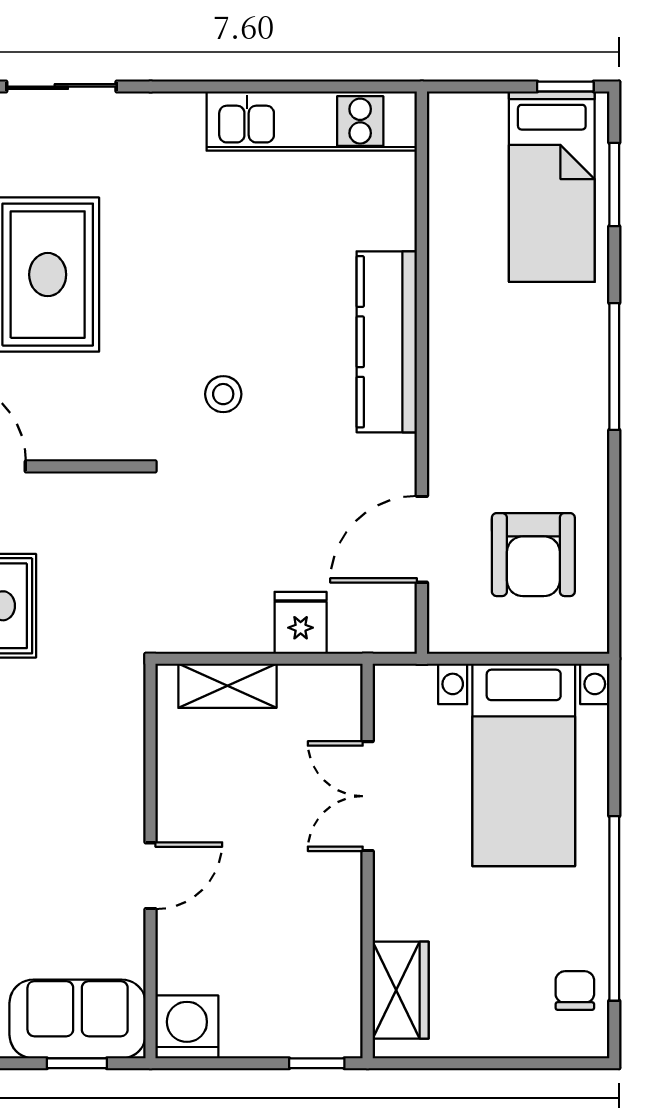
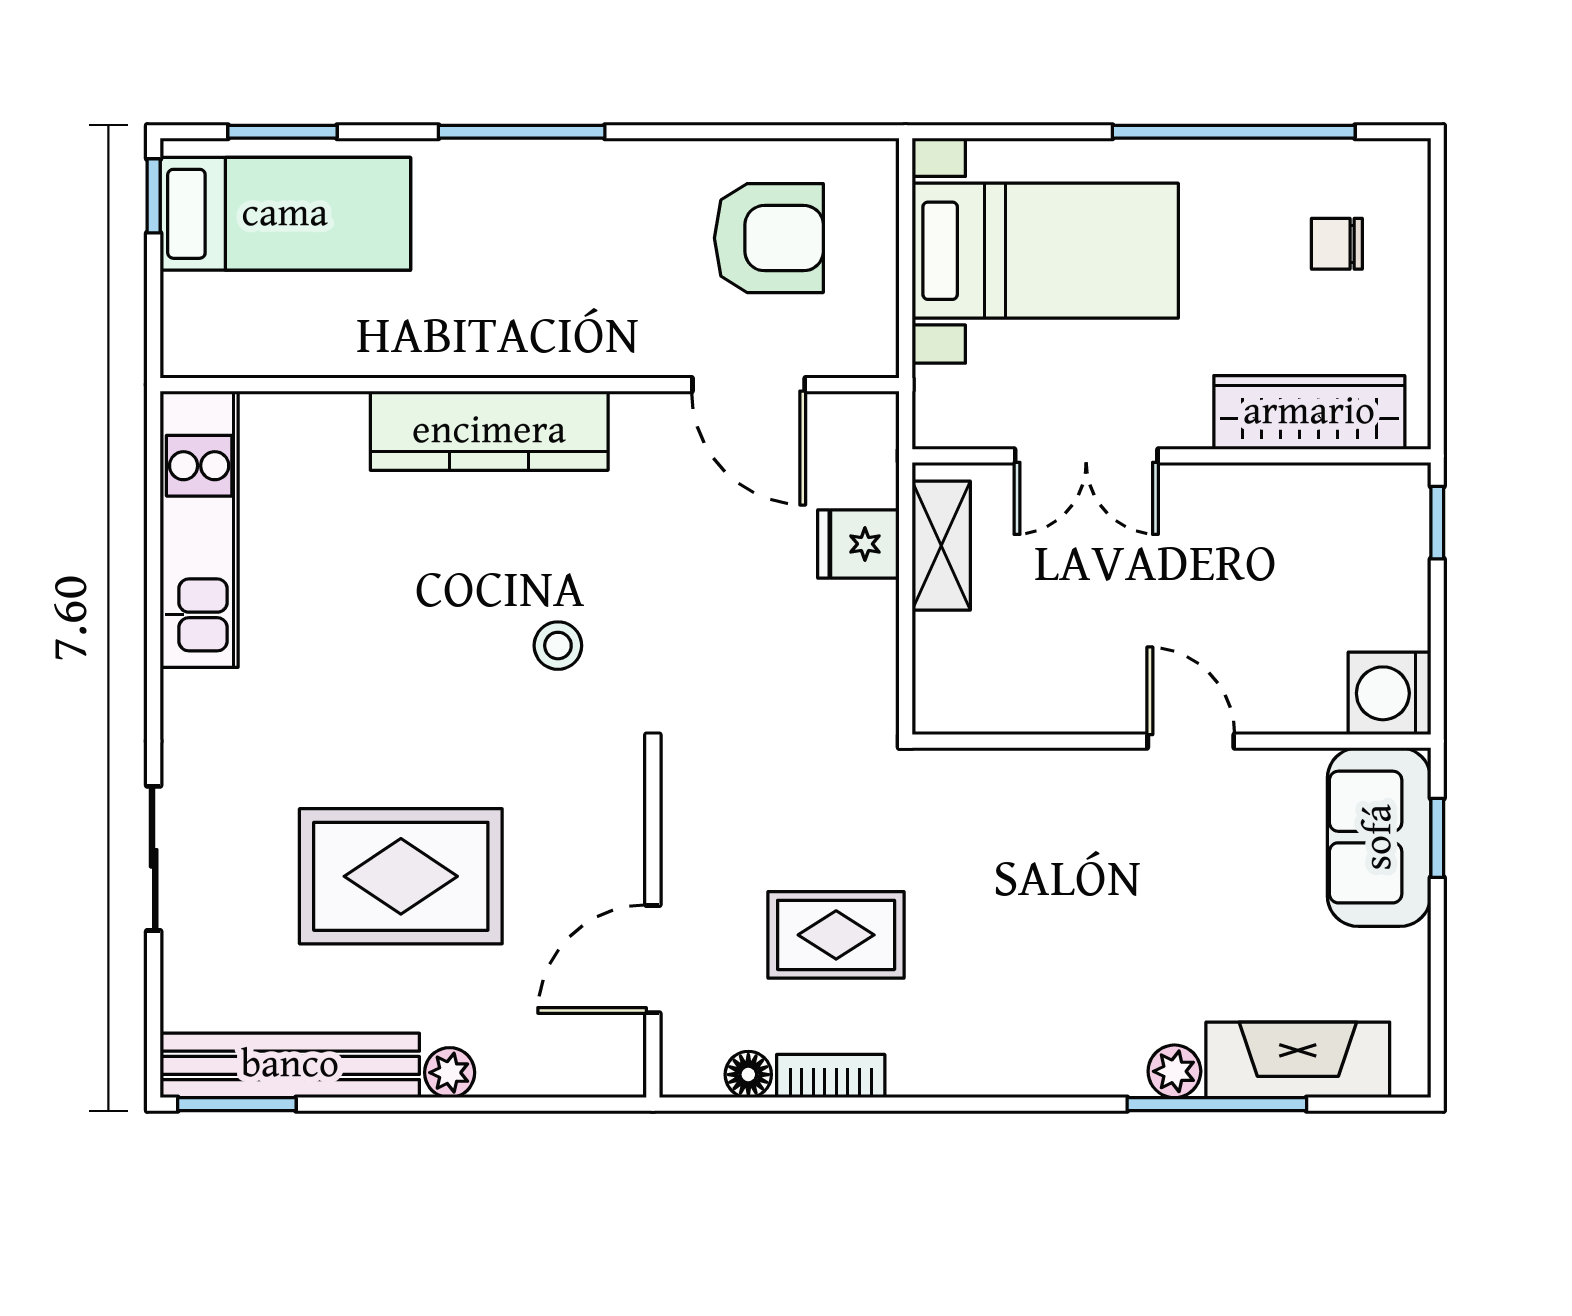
shelving: (227, 686) -> (941, 546), moved
wardrobe: (401, 990) -> (1309, 412), width x1.50
chair: (575, 991) -> (1337, 244), moved

